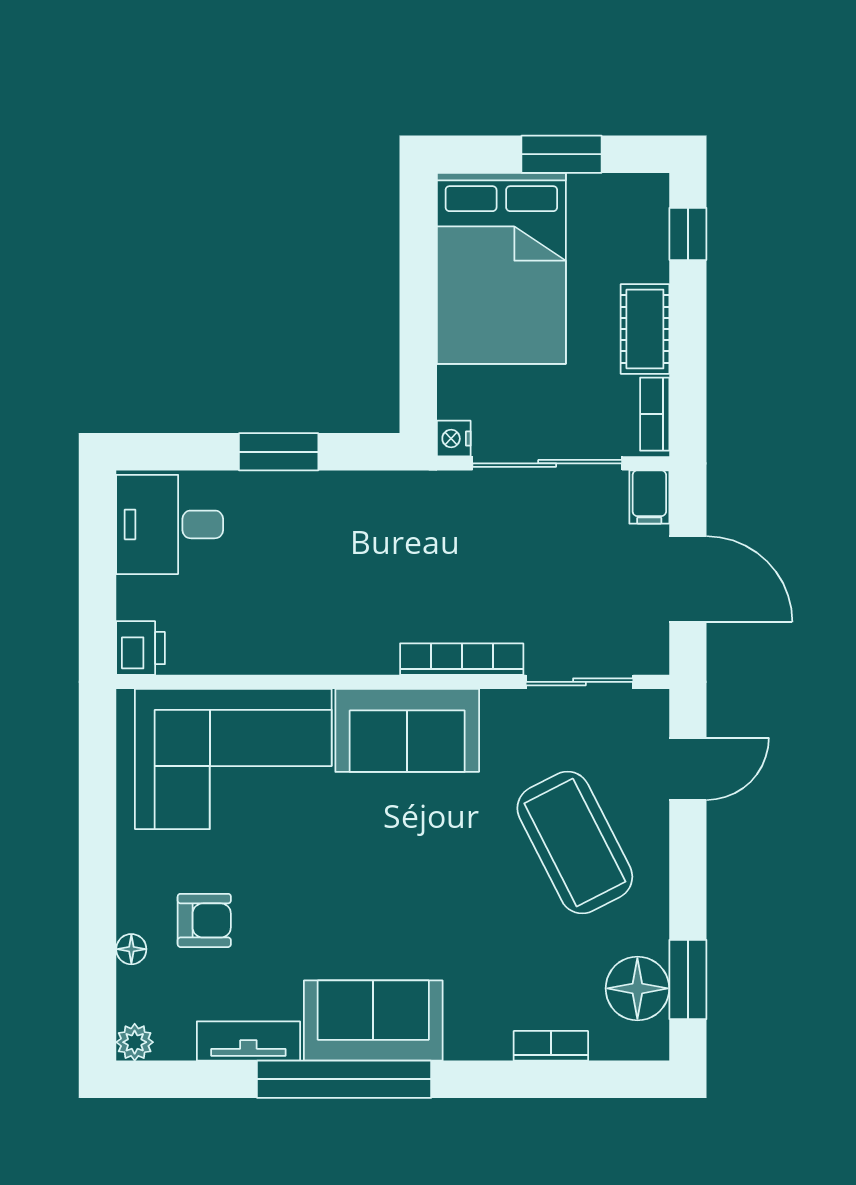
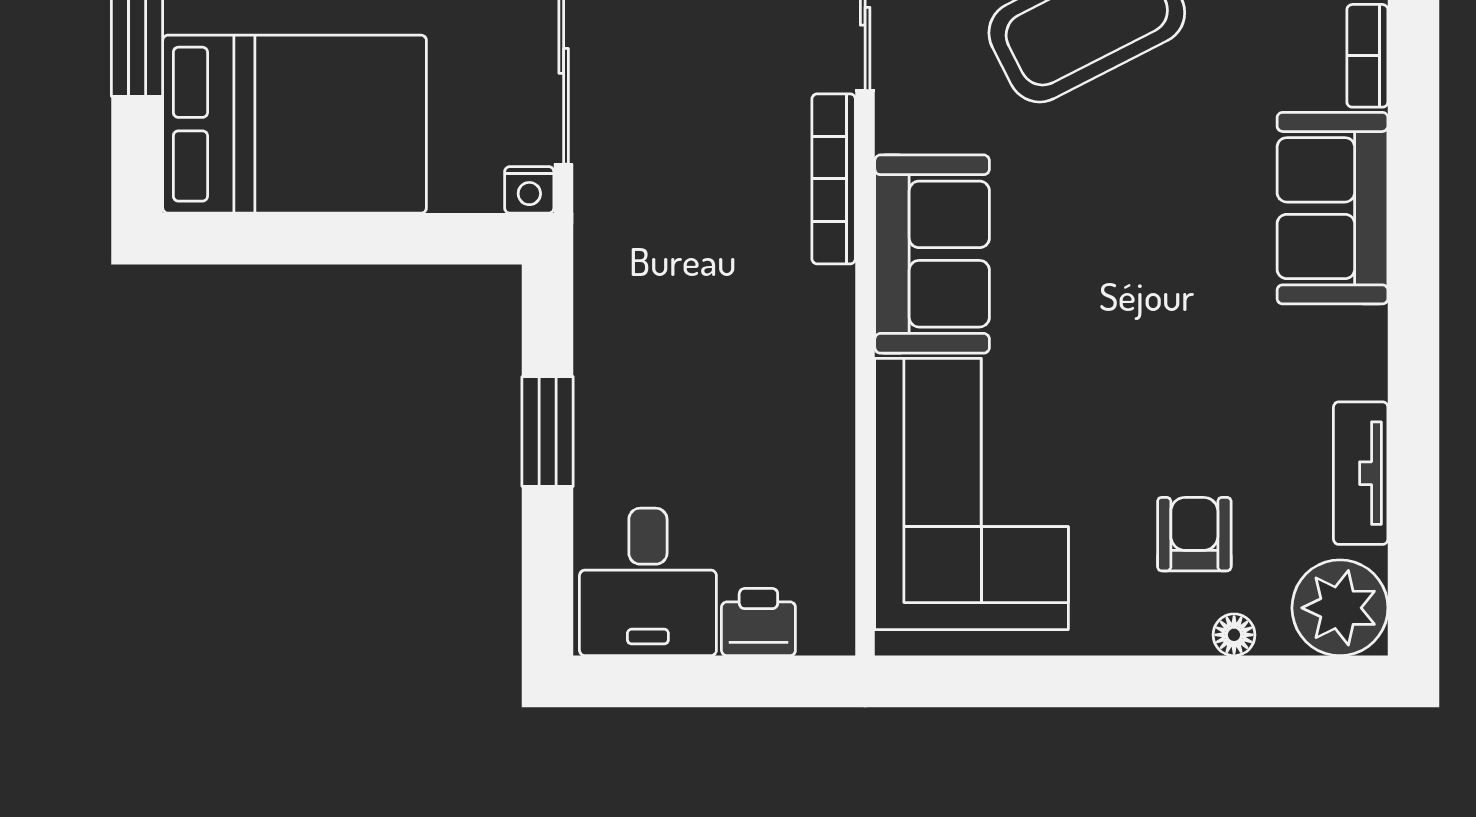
printer: (141, 648) -> (758, 622), moved
sofa: (373, 1021) -> (1332, 208), moved
plant: (135, 1042) -> (1340, 608), width x1.87, depth x1.87
window: (344, 1079) -> (1414, 341), removed

